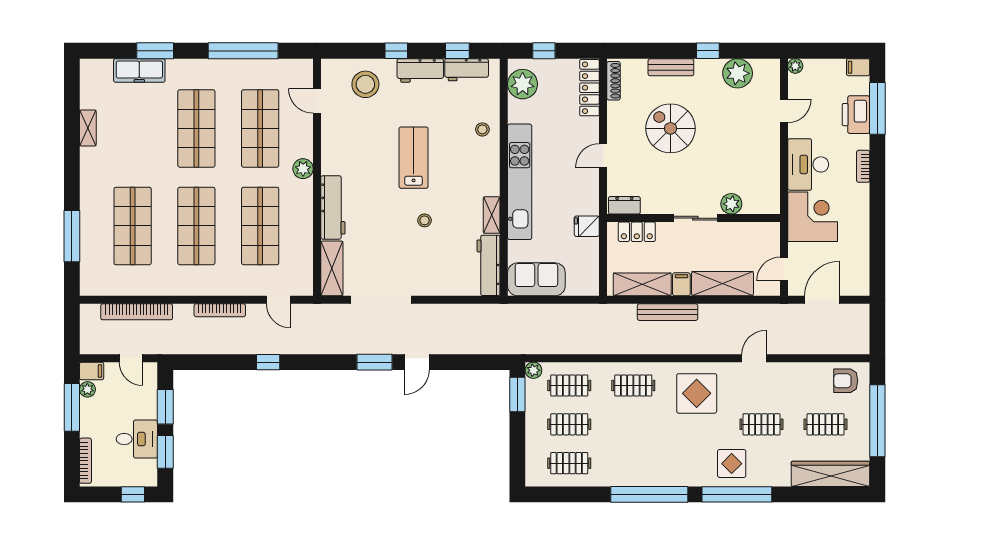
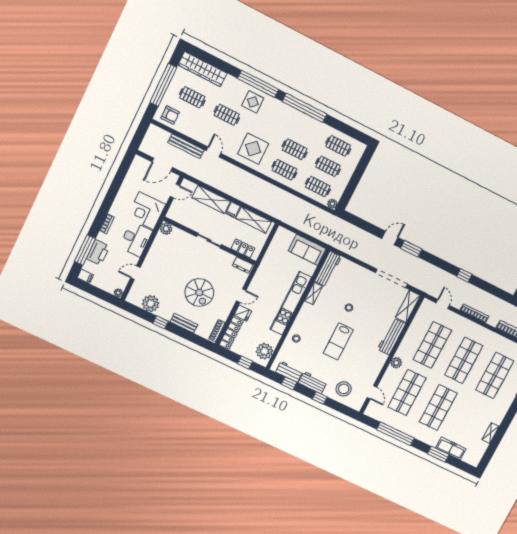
plant: (731, 204) -> (166, 229), moved
fridge: (587, 226) -> (243, 313), moved
bench: (668, 312) -> (186, 146), moved
door: (754, 358) -> (214, 152), swing flipped
window: (517, 394) -> (347, 195), removed
clothes rail: (633, 424) -> (295, 149), added

